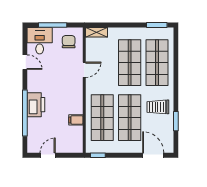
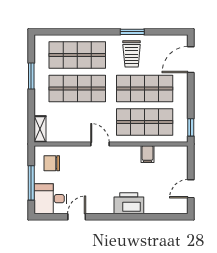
window: (157, 25) -> (31, 76), moved
door: (84, 70) -> (100, 144), moved
window: (25, 113) -> (139, 217), removed
window: (176, 121) -> (132, 32), moved
door: (48, 155) -> (191, 189), hinge flipped

